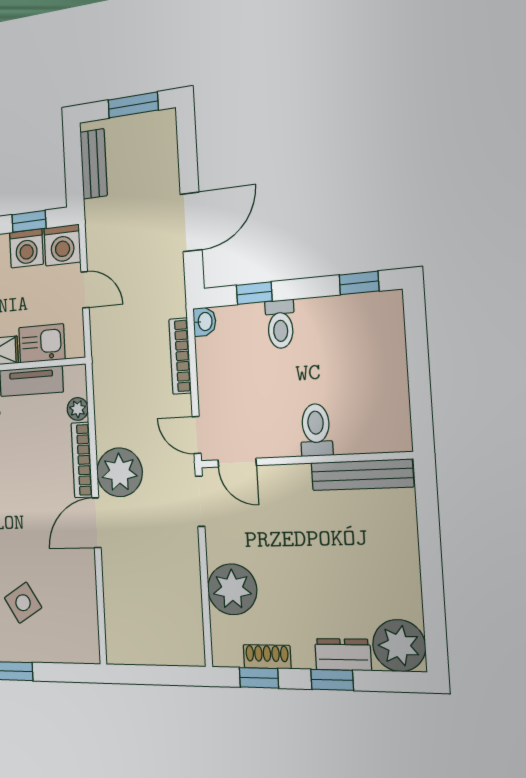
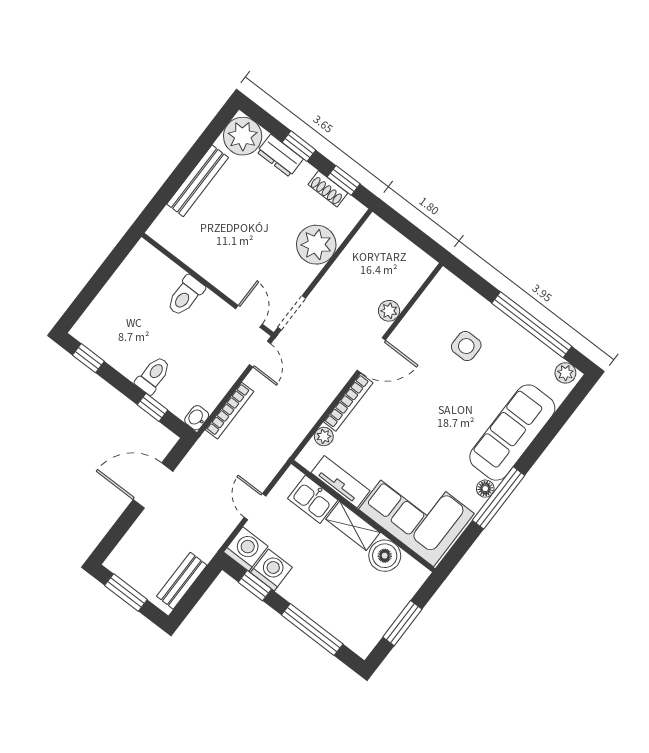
plant: (119, 472) -> (389, 311), moved, width x0.53, depth x0.53
bench: (362, 475) -> (198, 181), moved, turned 90
side table: (23, 603) -> (466, 346), turned 32

